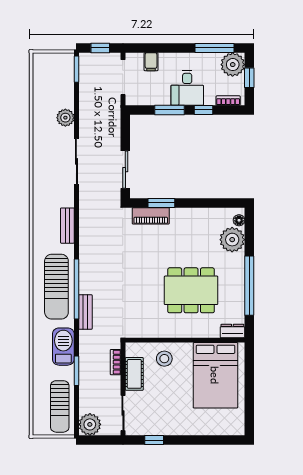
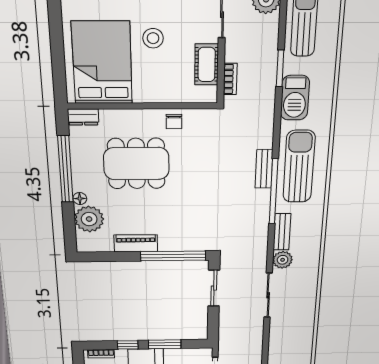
plant: (65, 118) -> (283, 260), moved
window: (161, 203) -> (173, 256), width x2.11
piano: (151, 216) -> (136, 243), moved
floor lamp: (239, 220) -> (80, 199), moved
window: (76, 289) -> (274, 192), moved
bench: (85, 312) -> (264, 169), moved
chair: (160, 327) -> (174, 122), added
stool: (164, 359) -> (153, 38), moved

